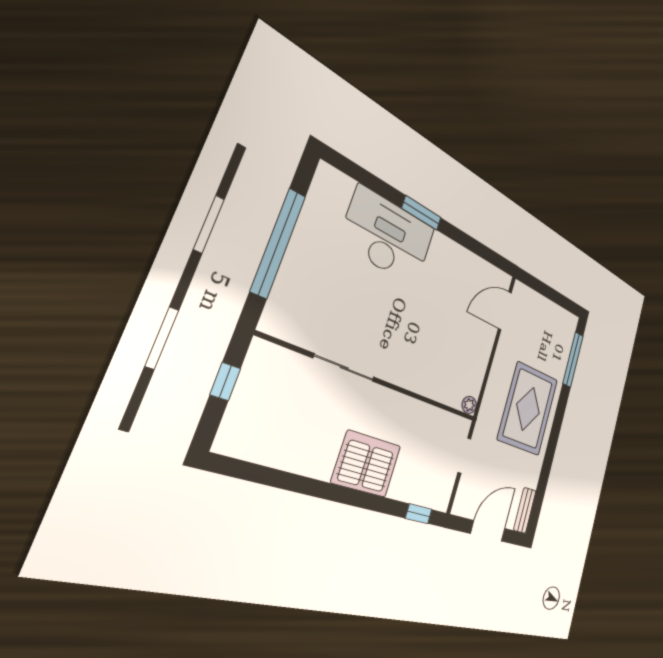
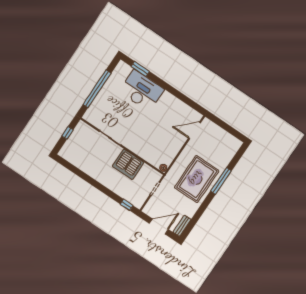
window: (422, 213) -> (140, 69), moved
window: (573, 360) -> (221, 181), moved
server rack: (367, 464) -> (128, 164), moved, turned 180

